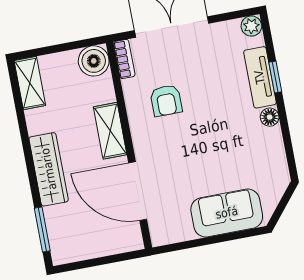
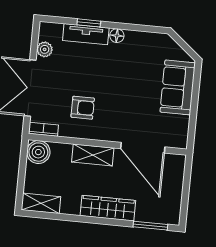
plant: (251, 26) -> (45, 49), moved
door: (138, 191) -> (143, 148), hinge flipped

